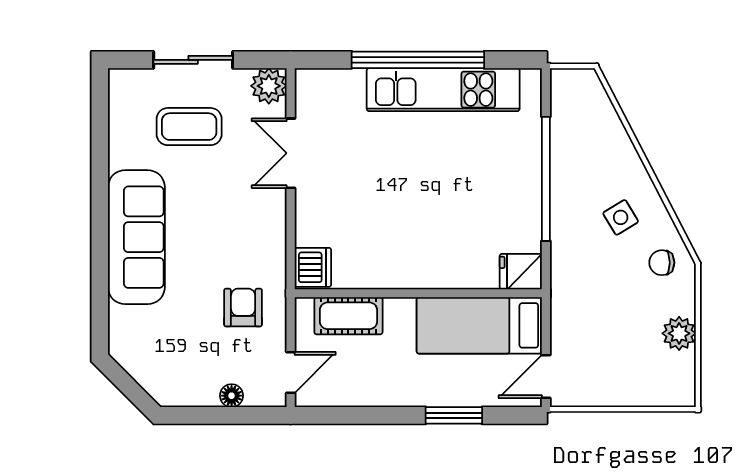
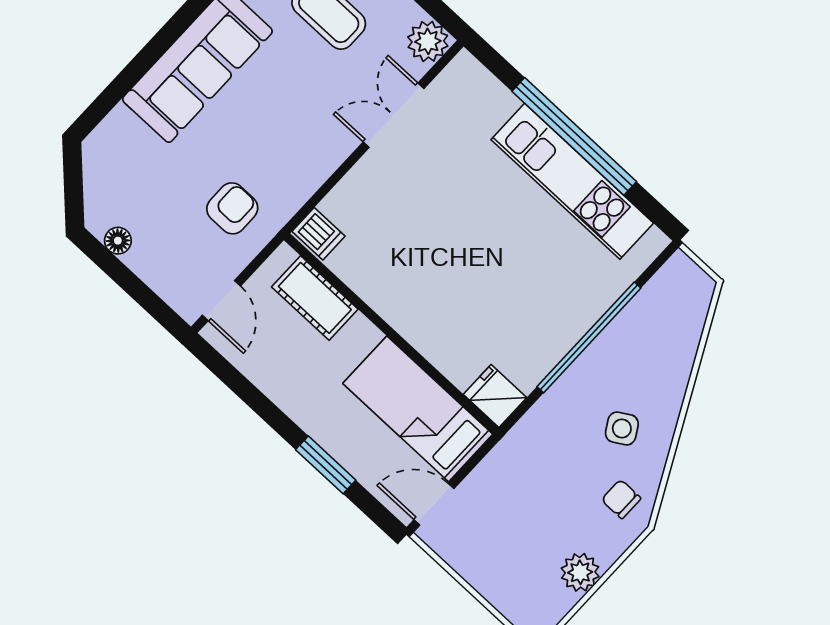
dishwasher: (313, 267) -> (319, 234), width x0.73
door: (291, 373) -> (221, 301), hinge flipped
floor lamp: (232, 396) -> (118, 241), moved

